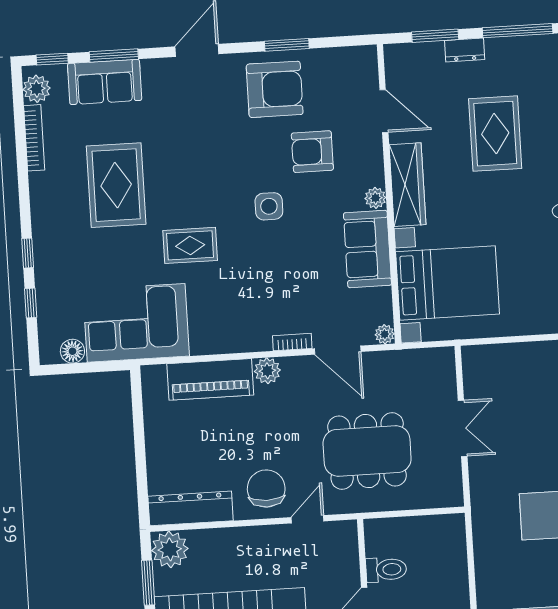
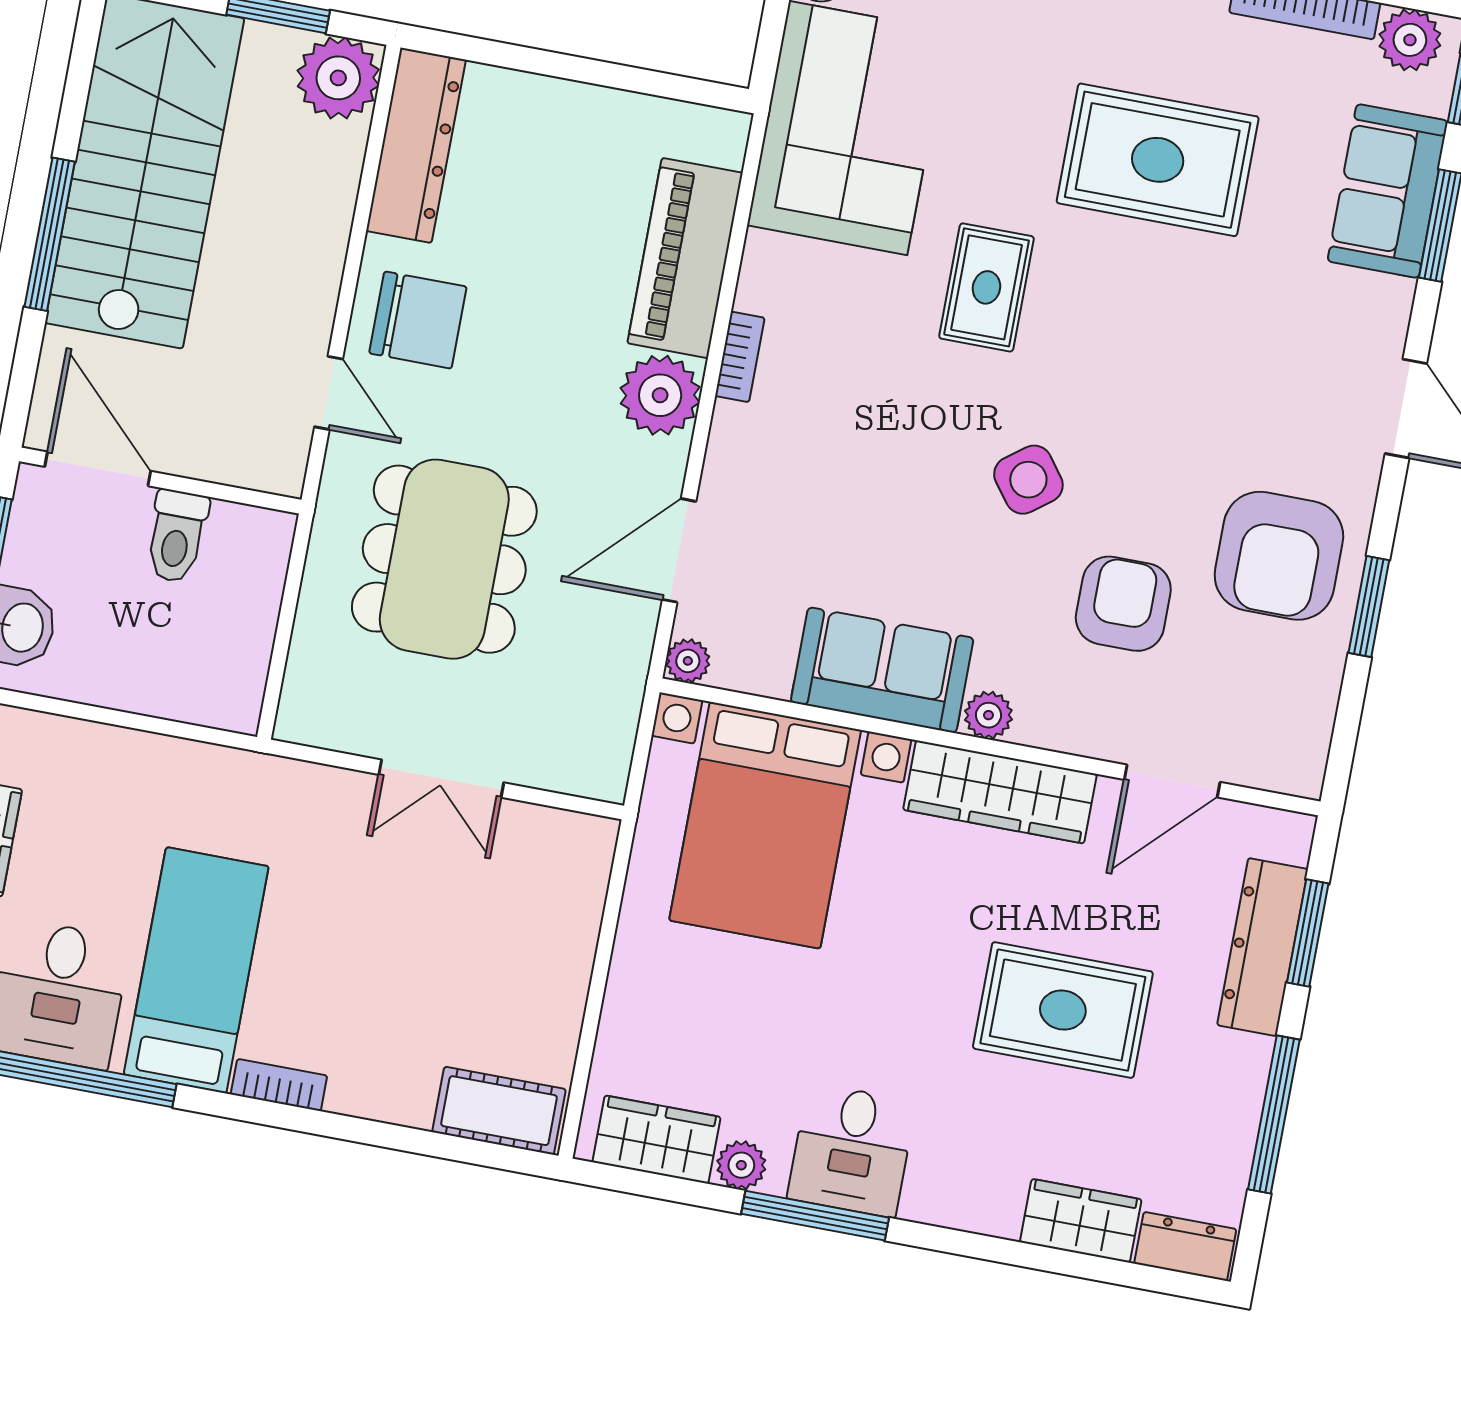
dresser: (465, 50) -> (1263, 947), width x1.96, depth x1.24
side table: (269, 206) -> (1028, 480), turned -37
bookcase: (292, 342) -> (740, 357), moved
plant: (267, 371) -> (660, 395), width x1.36, depth x1.36

